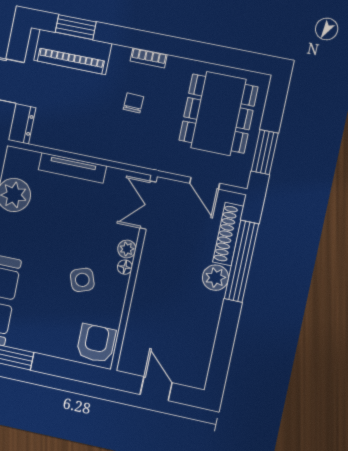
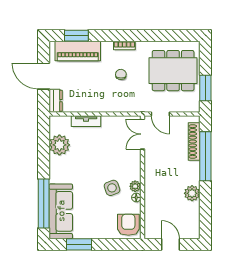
dining table: (218, 114) -> (173, 71), turned 90
tv unit: (72, 168) -> (86, 121), width x0.71
door: (205, 183) -> (160, 114), moved
plant: (127, 249) -> (135, 186), moved
floor lamp: (125, 267) -> (136, 197), moved
plant: (215, 278) -> (192, 193), moved

